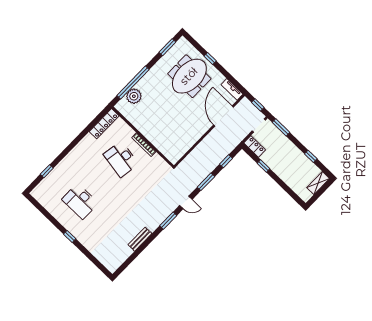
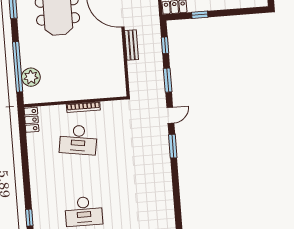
locker: (104, 124) -> (32, 120), width x0.66
bench: (140, 239) -> (132, 45), moved

